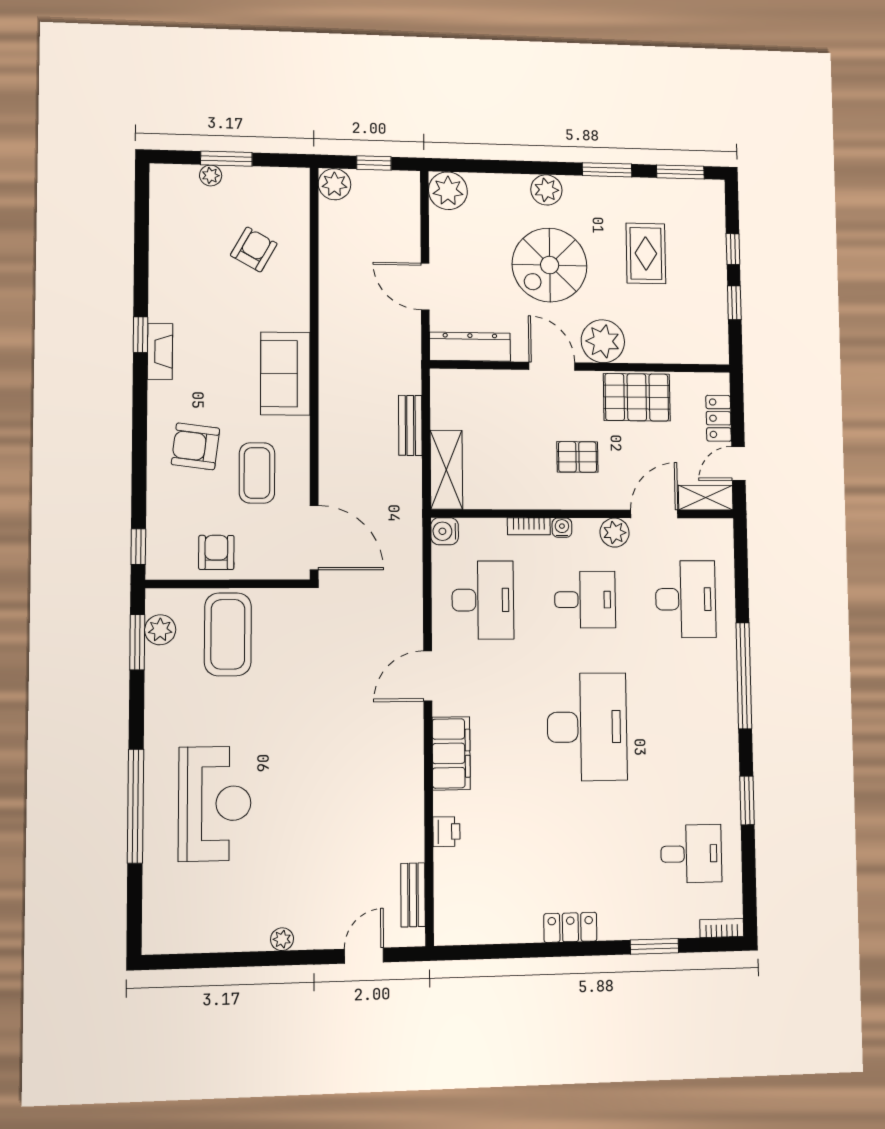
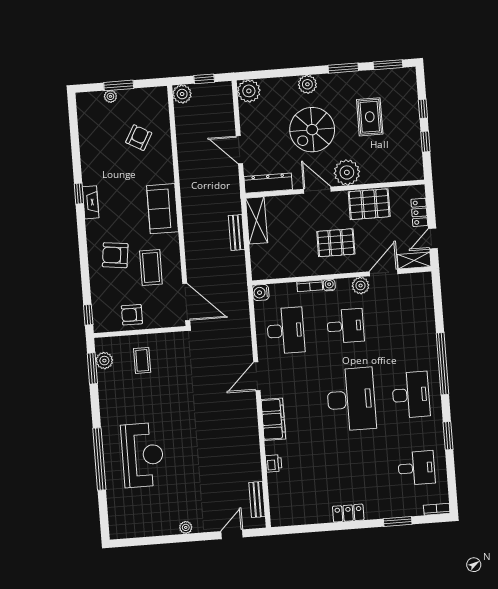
pallet: (577, 457) -> (336, 243), width x1.50, depth x1.42
shelving: (446, 470) -> (257, 220), moved
armchair: (216, 552) -> (132, 315), turned -90
desk: (686, 599) -> (411, 395), moved
coffee table: (228, 634) -> (142, 360), width x0.54, depth x0.58

